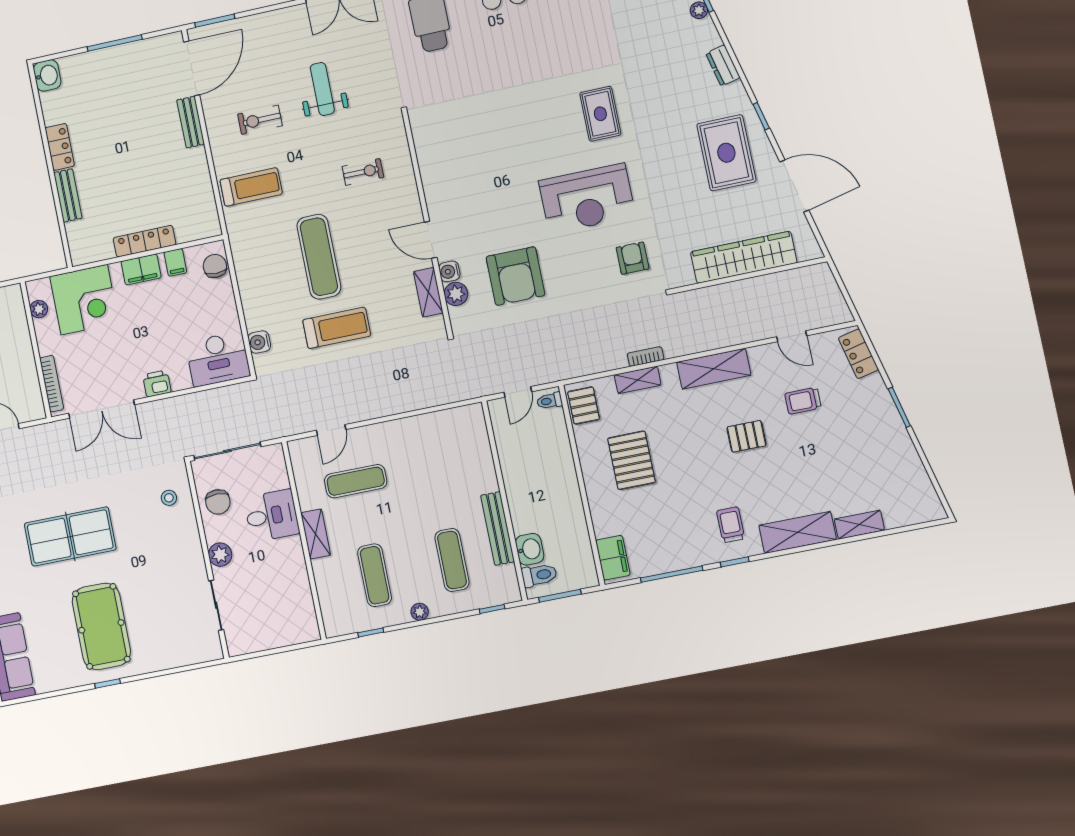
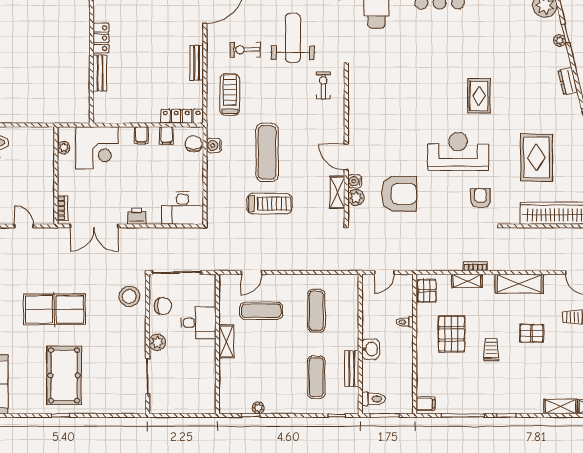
weight bench: (322, 89) -> (293, 38), width x1.36, depth x1.33
bench: (191, 122) -> (197, 63), moved
rug: (726, 153) -> (536, 158), moved
exercise bike: (363, 172) -> (323, 85), moved, turned -90
treadmill: (251, 187) -> (230, 95), turned -90
reception desk: (587, 199) -> (458, 151), turned 180
locker: (144, 241) -> (182, 116), moved
filing cabinet: (141, 269) -> (141, 135), width x0.50
armchair: (515, 276) -> (399, 194), turned -90
water cooler: (259, 342) -> (214, 145), moved
bookcase: (52, 384) -> (62, 208), width x0.64
toilet: (550, 401) -> (405, 322), moved
stool: (169, 498) -> (129, 296), width x1.89, depth x1.89
chair: (218, 502) -> (163, 306), turned -90
trolley: (731, 525) -> (491, 350), moved
bench: (498, 528) -> (352, 369), width x0.73
shelving: (798, 532) -> (560, 406), width x0.67, depth x0.75
washbasin: (530, 549) -> (371, 349), moved
filing cabinet: (613, 558) -> (426, 404), width x0.50
exercise mat: (375, 575) -> (316, 311), moved
plant: (420, 612) -> (258, 408), moved

